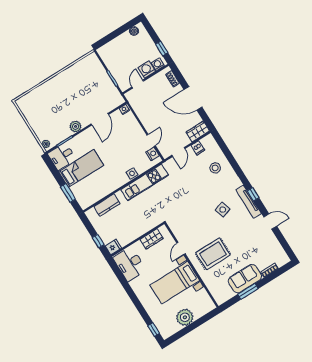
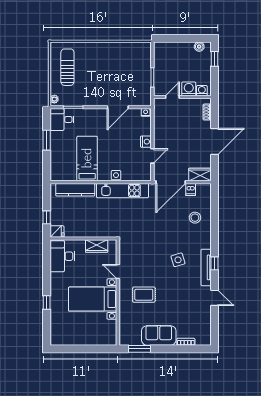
window: (162, 48) -> (214, 59), moved
door: (193, 98) -> (214, 142), swing flipped
sun lounger: (40, 112) -> (67, 67), added
plant: (76, 126) -> (91, 100), removed
door: (178, 152) -> (171, 182), width x1.87
nightstand: (152, 154) -> (146, 142), moved
bed: (81, 169) -> (87, 158), moved, turned -90
window: (68, 193) -> (47, 140), moved
kitchen counter: (107, 205) -> (75, 190), width x1.50
door: (181, 248) -> (118, 271), hinge flipped
rug: (213, 254) -> (144, 295), width x0.73, depth x0.70
window: (248, 291) -> (140, 349), moved
plant: (185, 317) -> (82, 336), removed
window: (154, 330) -> (47, 302), moved

